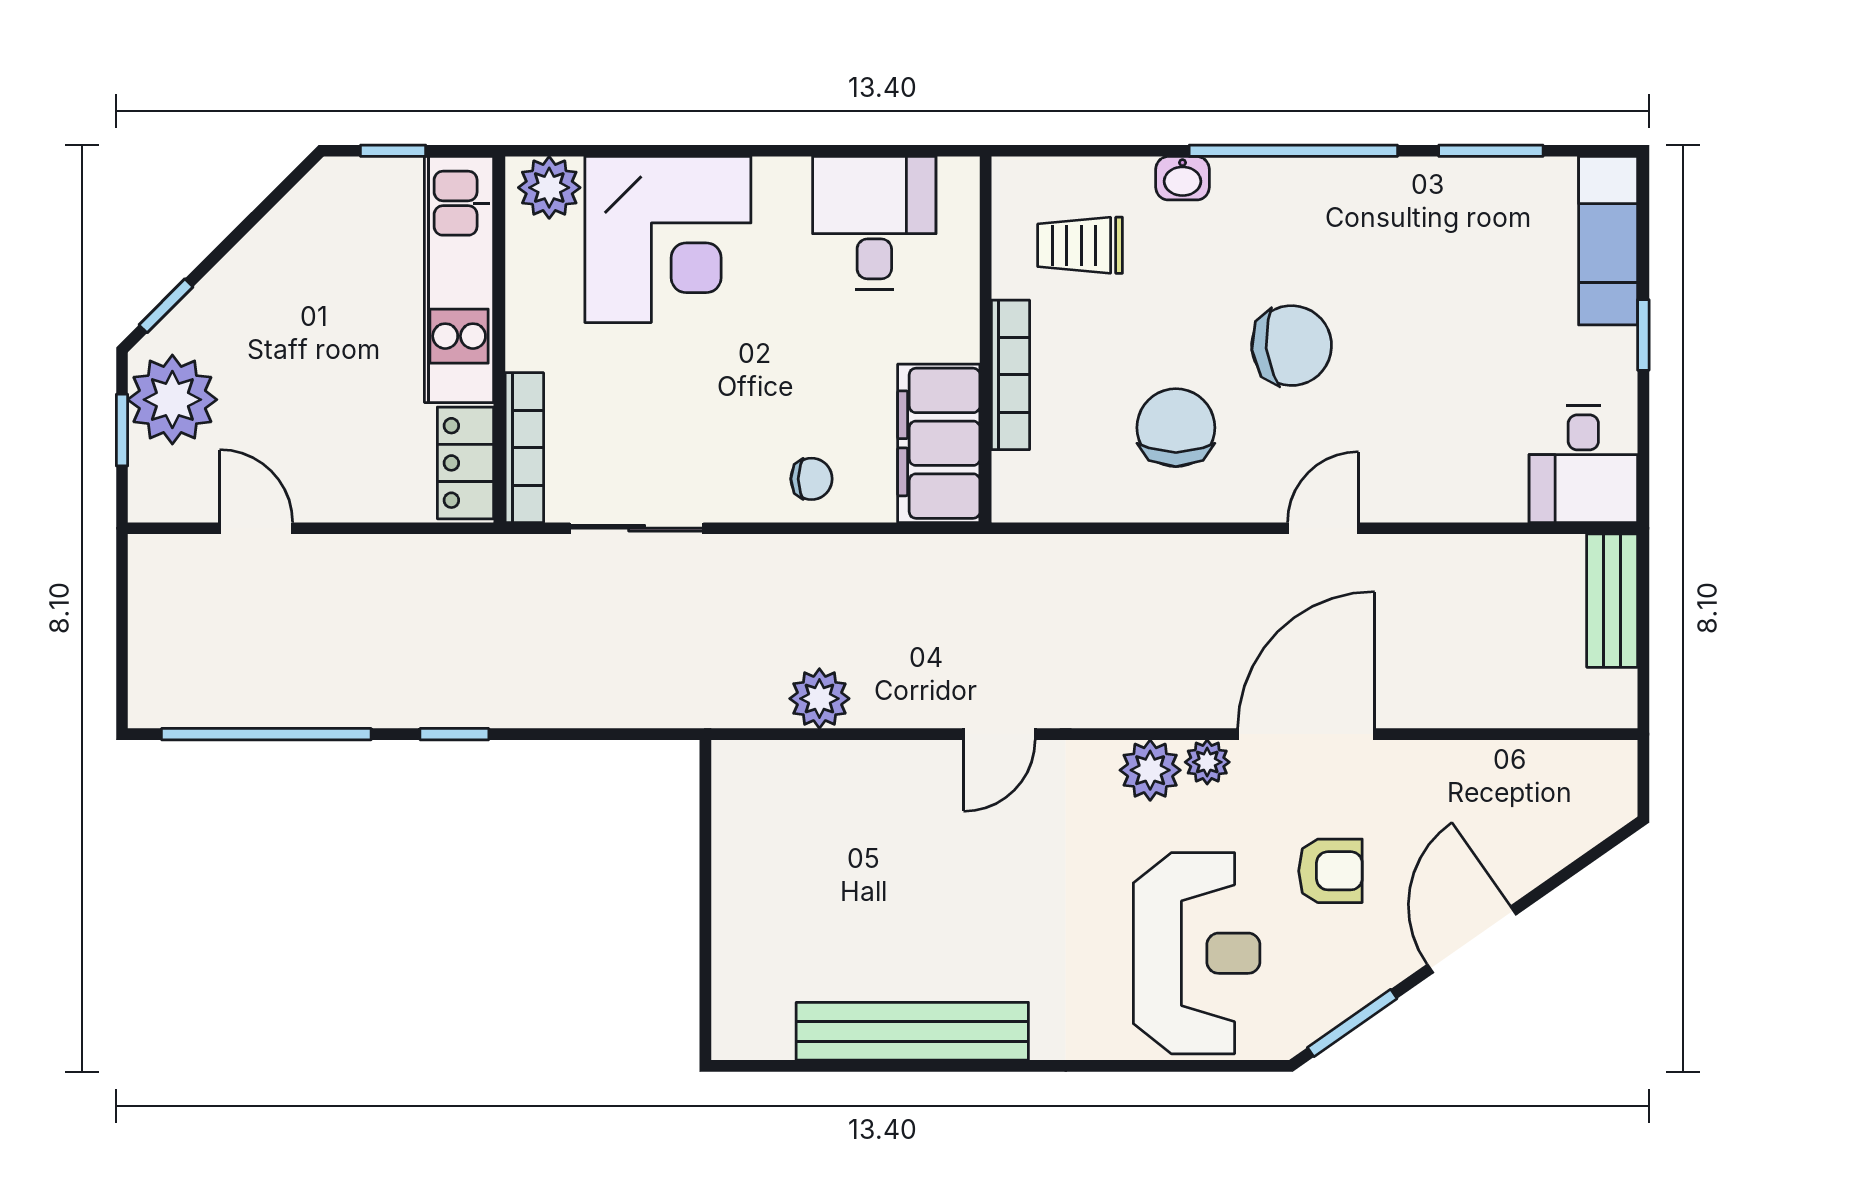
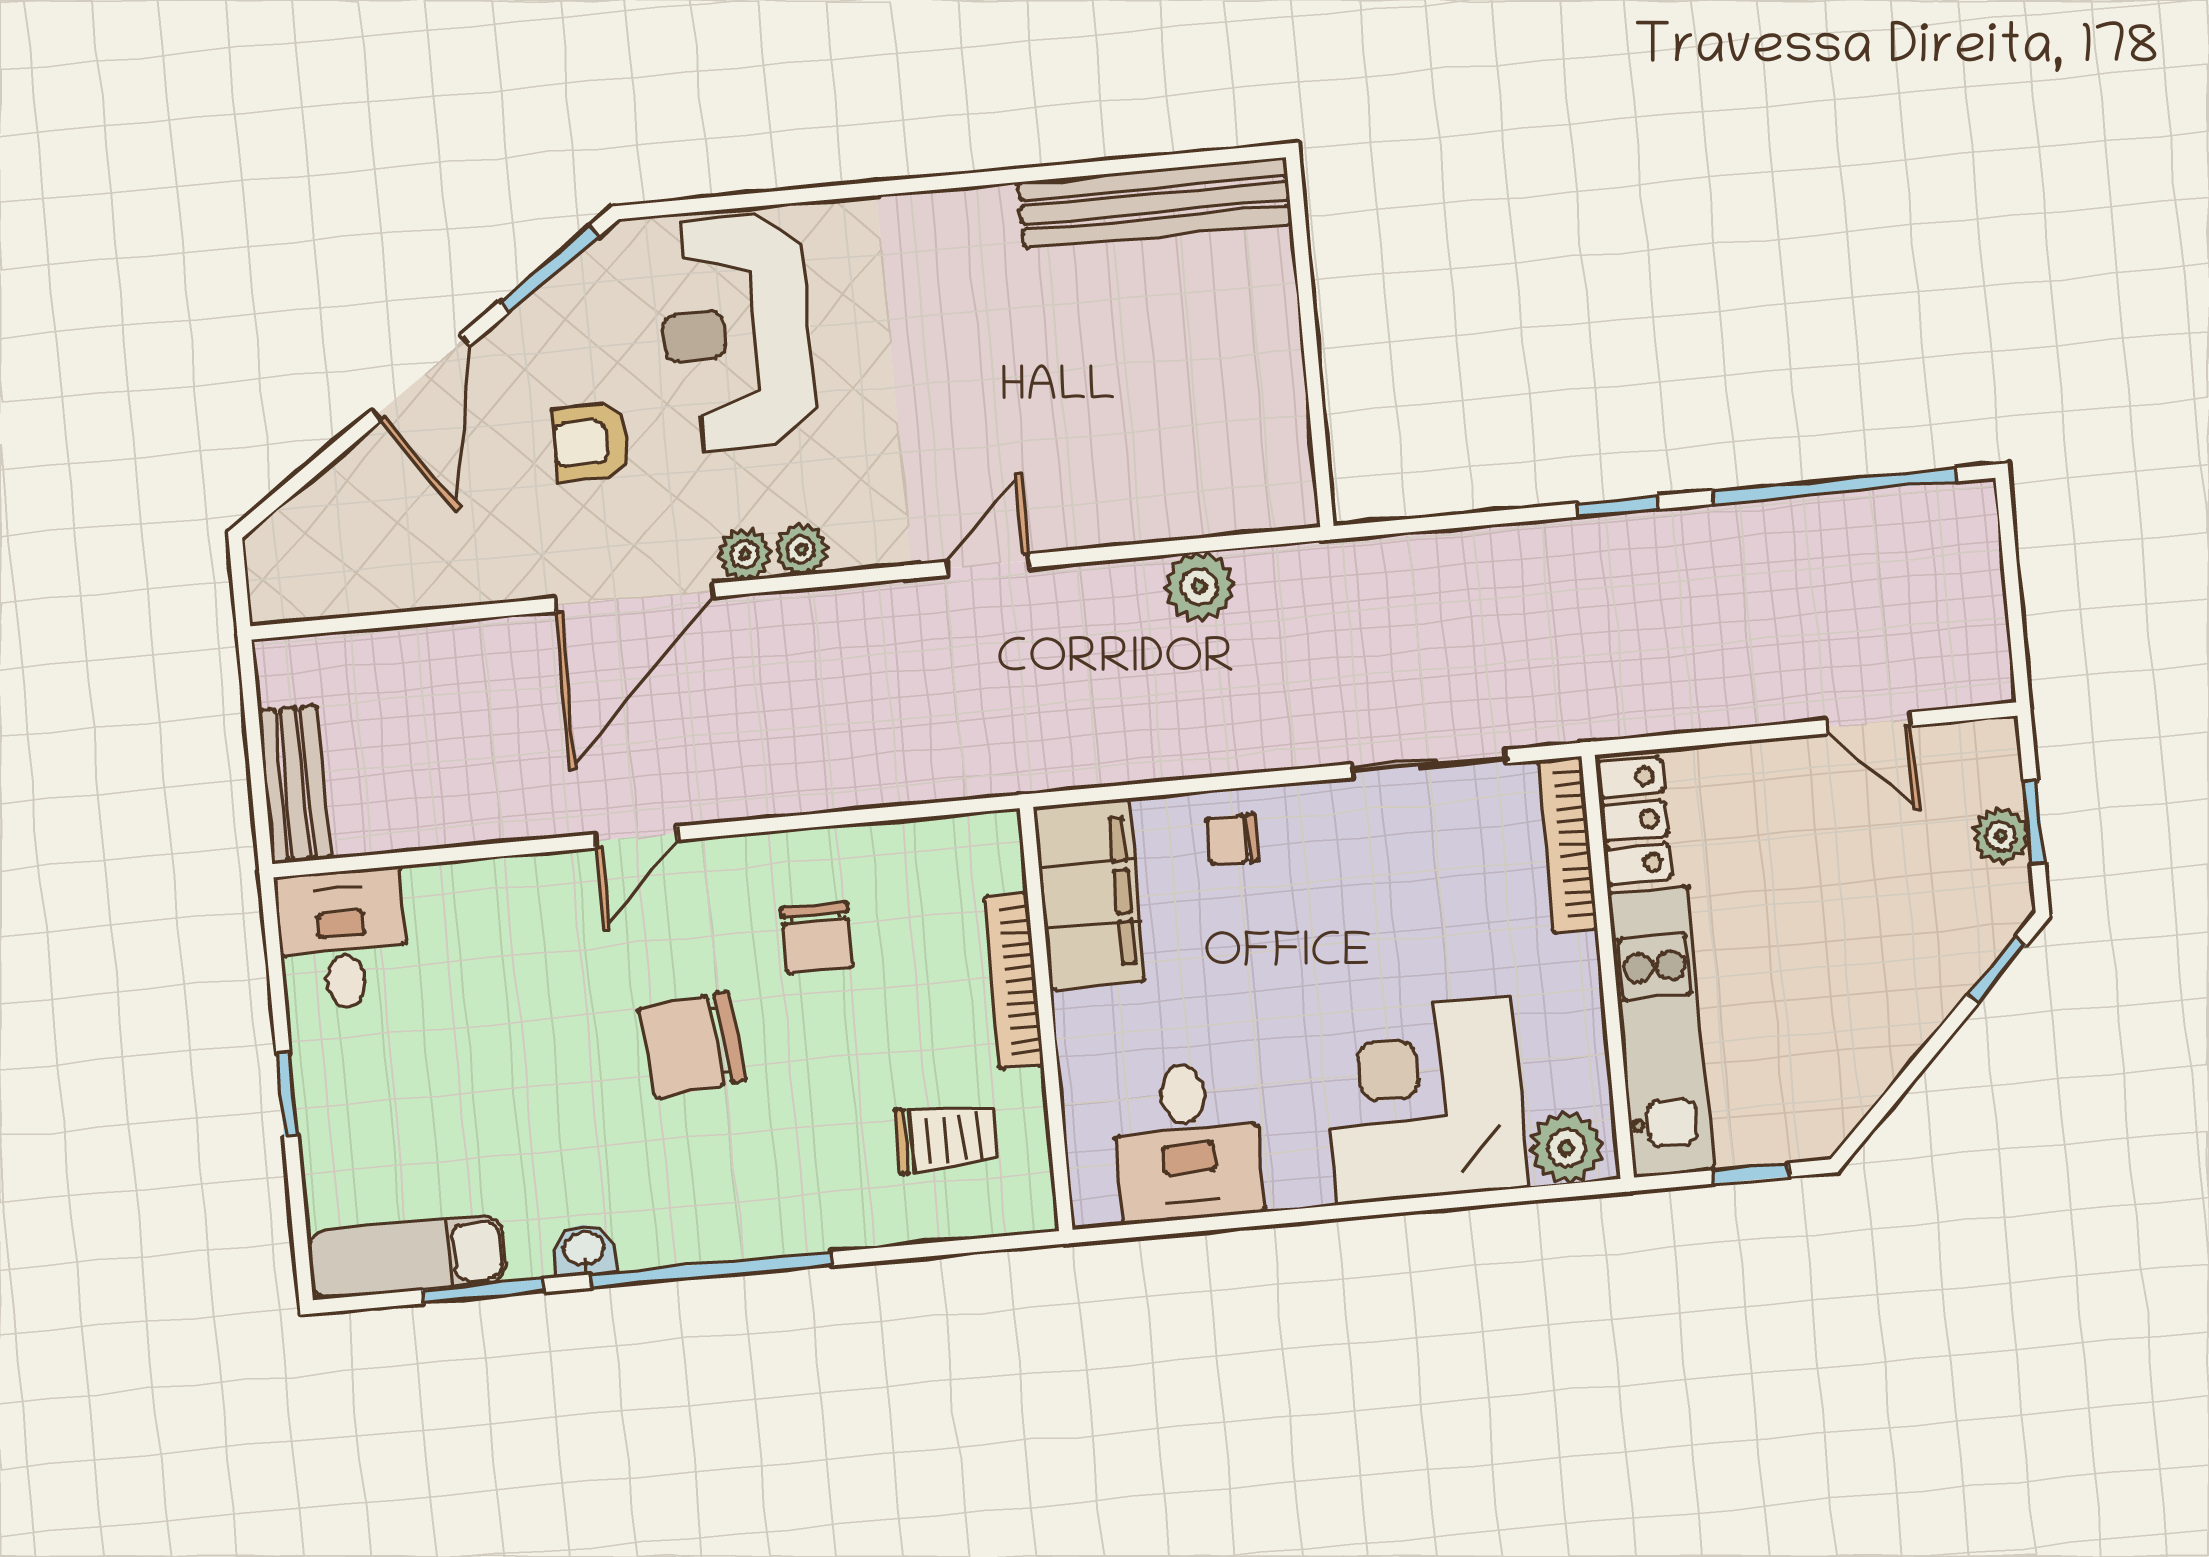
washbasin: (1182, 178) -> (584, 1250), moved
exam couch: (1608, 241) -> (407, 1257), moved, turned -90
plant: (172, 400) -> (2001, 836), width x0.53, depth x0.53
chair: (1176, 428) -> (817, 938), width x0.73, depth x0.73
plant: (1150, 770) -> (801, 550), width x0.73, depth x0.73
bench: (912, 1031) -> (1155, 203), moved

